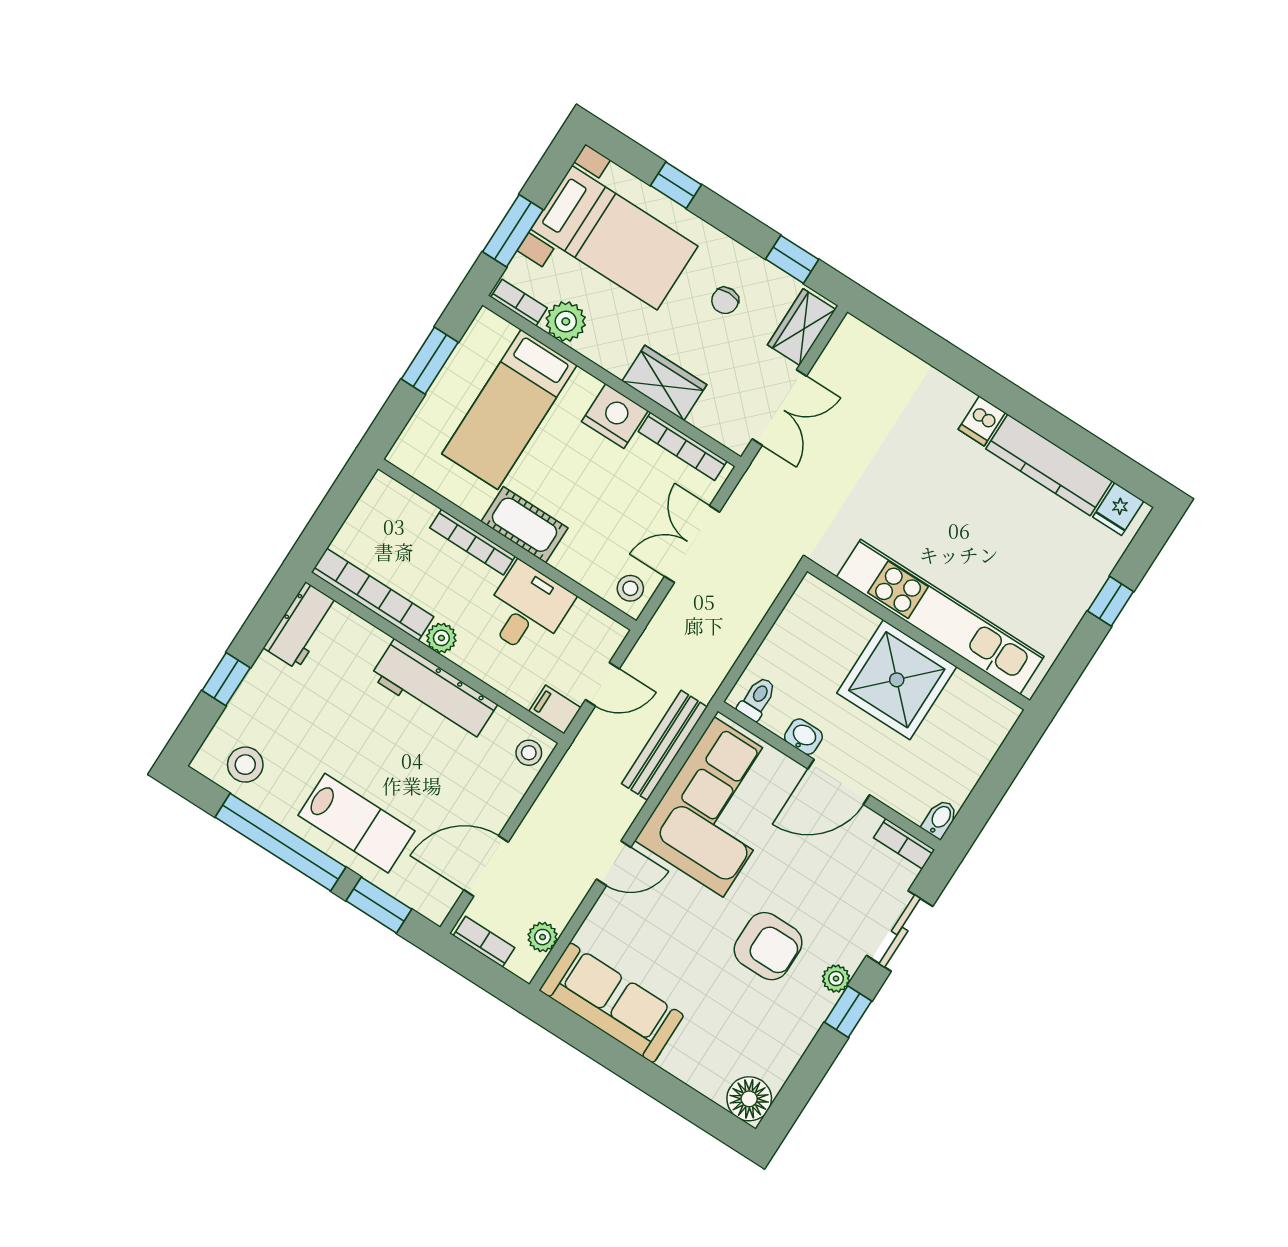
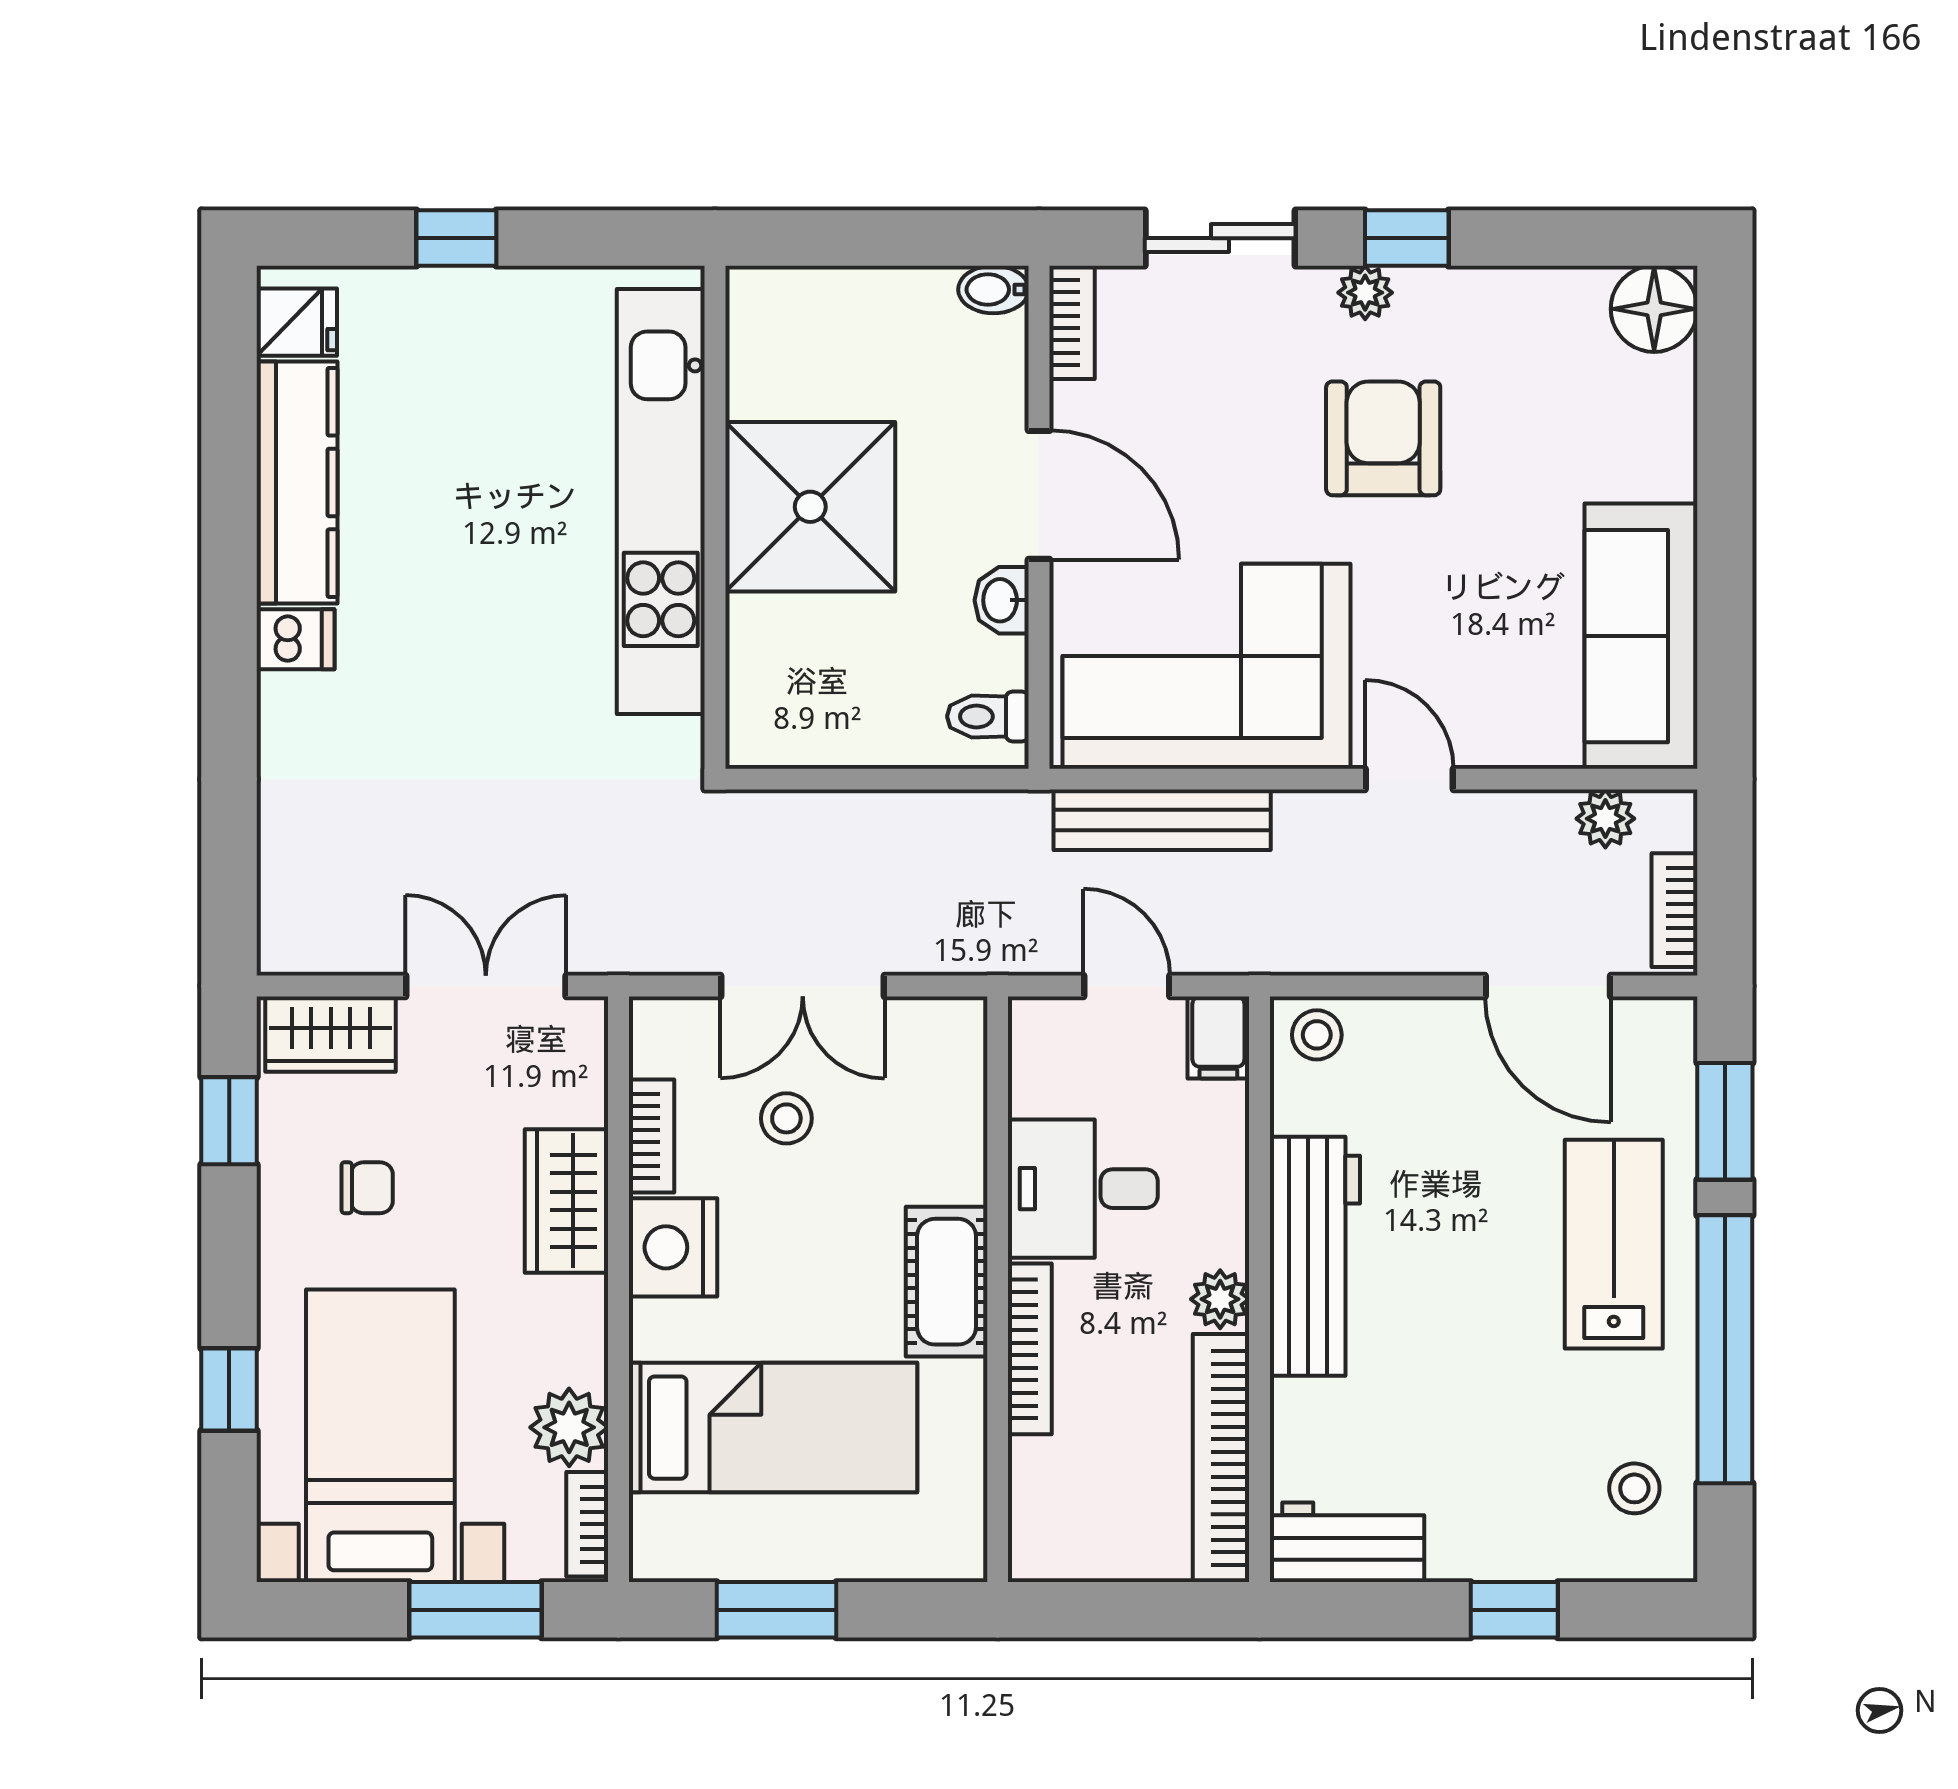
bookcase: (683, 446) -> (652, 1136), width x0.64
stool: (630, 588) -> (786, 1118), moved
stool: (245, 765) -> (1634, 1488), width x0.73, depth x0.73

